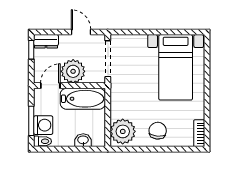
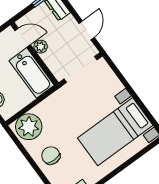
plant: (73, 71) -> (41, 47), width x0.53, depth x0.53
chair: (158, 131) -> (51, 156), turned -96

